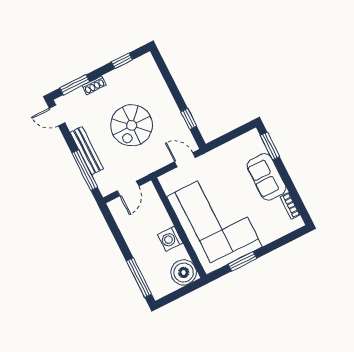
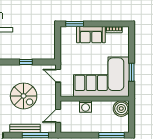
window: (189, 119) -> (26, 62), moved
door: (185, 160) -> (58, 76), hinge flipped
door: (128, 188) -> (58, 116), swing flipped
washing machine: (170, 239) -> (86, 107), moved

